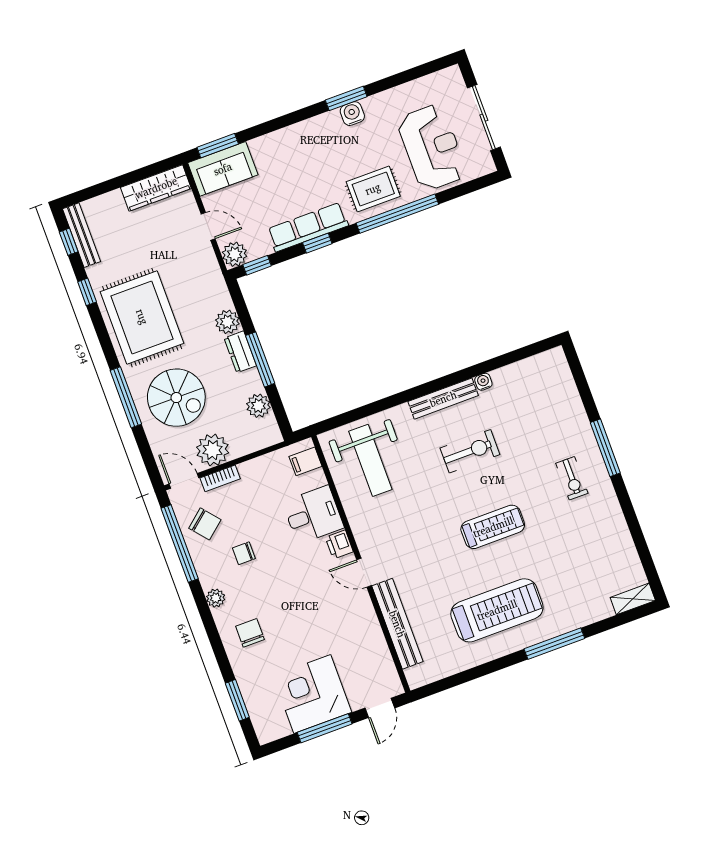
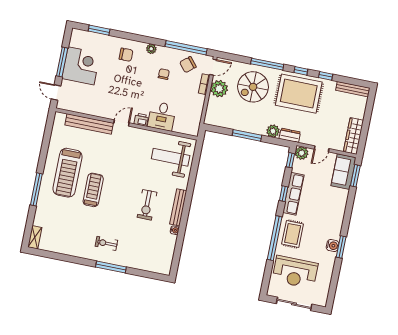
window: (69, 242) -> (301, 71), moved
dresser: (240, 352) -> (290, 135), moved
plant: (258, 406) -> (226, 122), removed
filing cabinet: (305, 461) -> (188, 127), removed
treadmill: (493, 527) -> (93, 190), moved, turned 180

